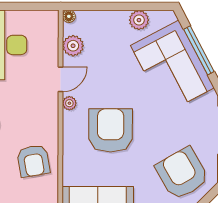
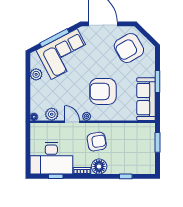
armchair: (33, 161) -> (97, 142), moved

